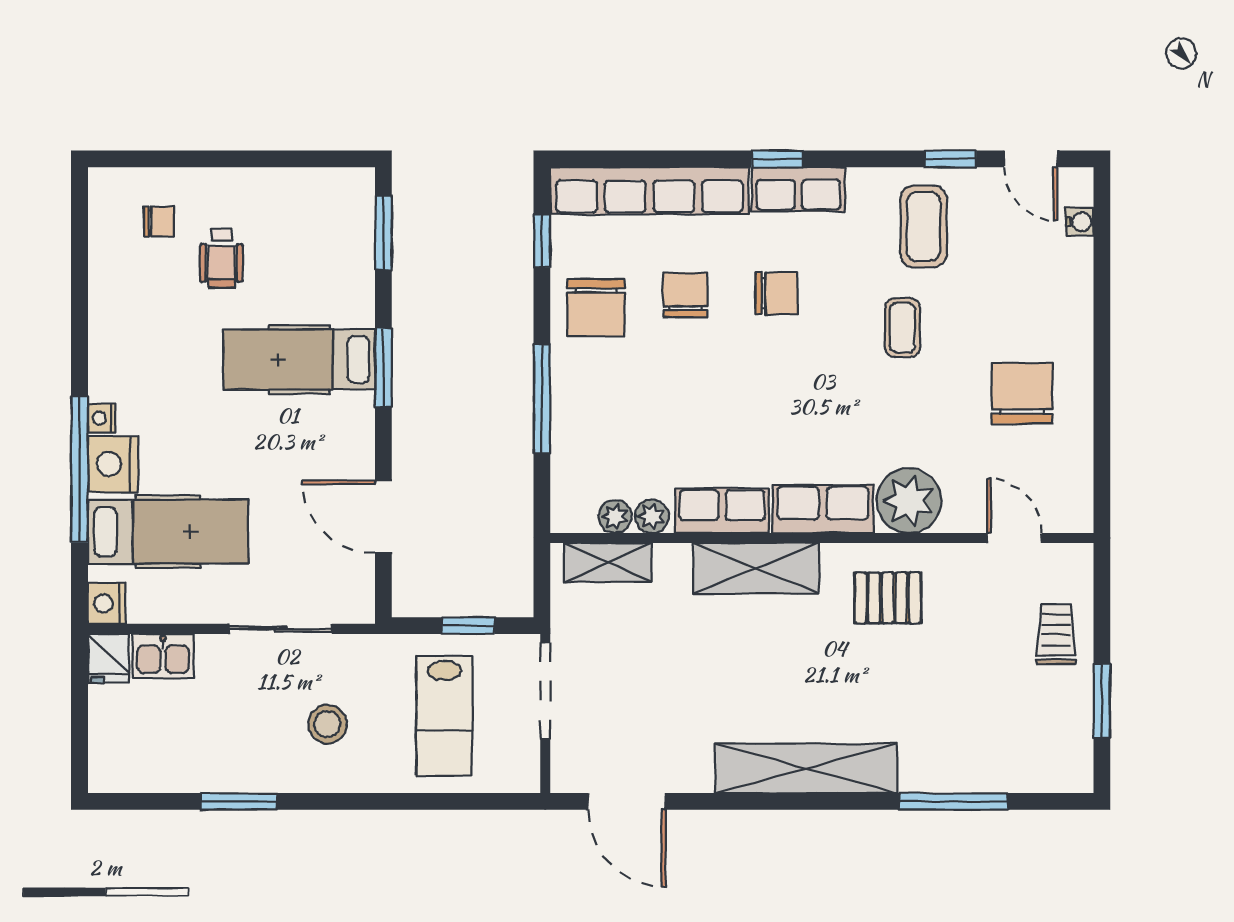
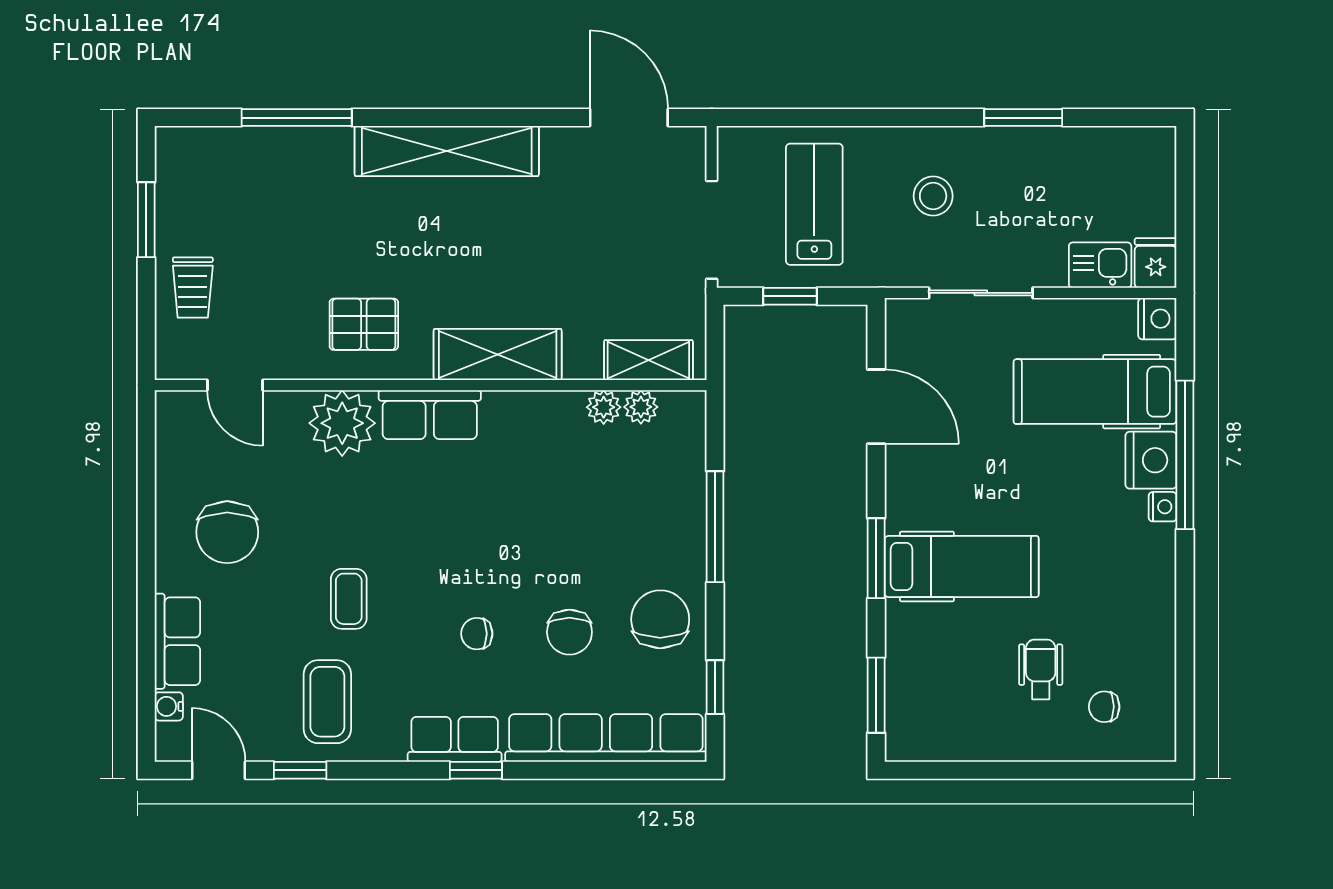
chair: (777, 293) -> (477, 634), width x0.73, depth x0.73
row of seats: (722, 511) -> (177, 641), moved, turned -90

